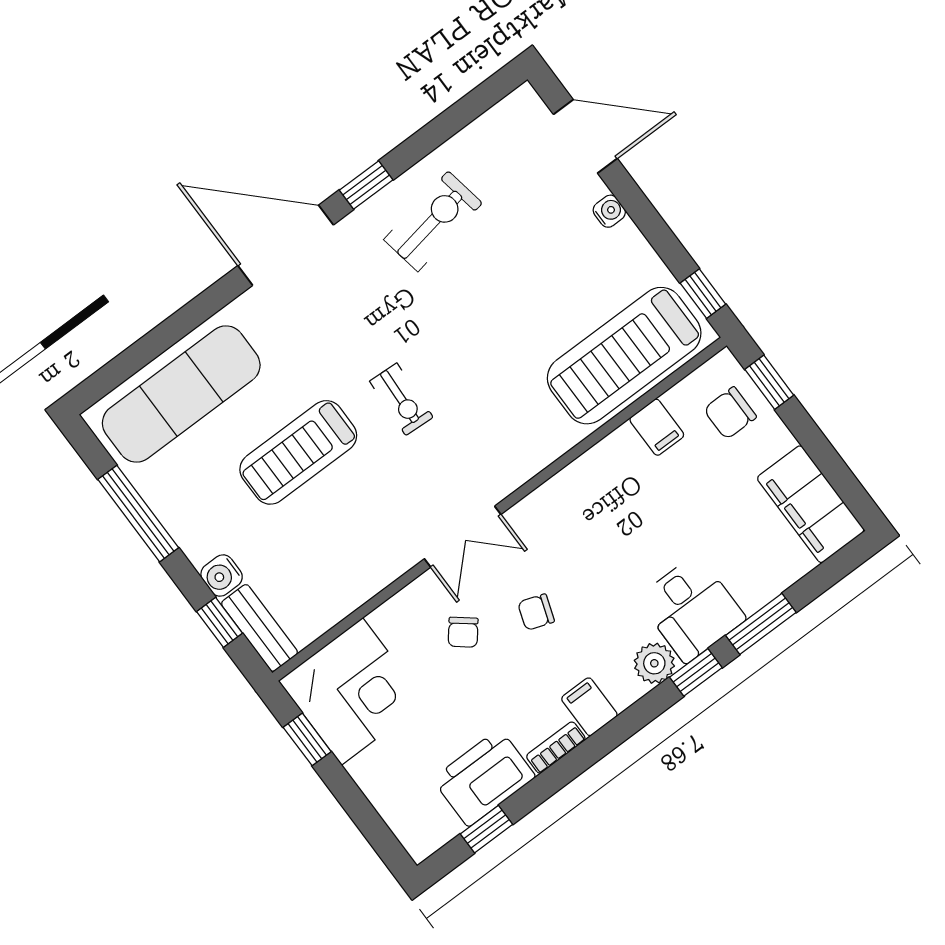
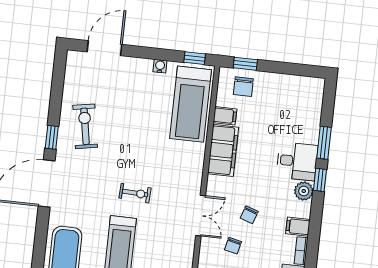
water cooler: (609, 211) -> (160, 66), moved
filing cabinet: (811, 504) -> (223, 150), moved, turned -90
chair: (463, 632) -> (233, 246), turned 64

